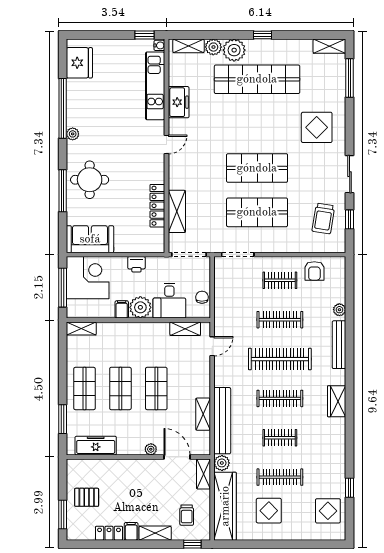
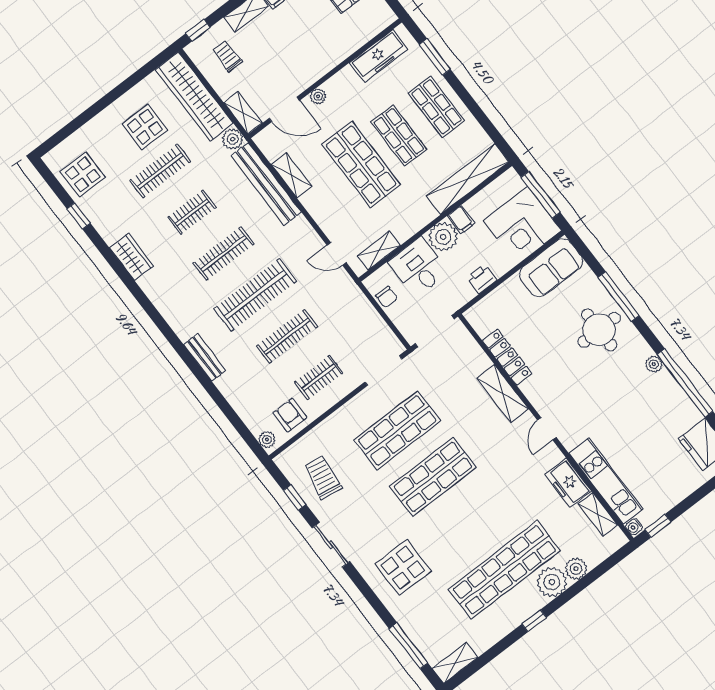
shelving: (188, 46) -> (598, 514), moved, turned 90
shelving: (177, 211) -> (503, 393), moved
plant: (339, 310) -> (267, 440), moved
shelving: (81, 329) -> (468, 179), width x2.20, depth x1.33
bench: (339, 345) -> (205, 358), width x0.73
door: (212, 346) -> (337, 254), hinge flipped
shop shelf: (156, 389) -> (361, 165), width x1.43, depth x1.36
wardrobe: (337, 401) -> (131, 257), moved

